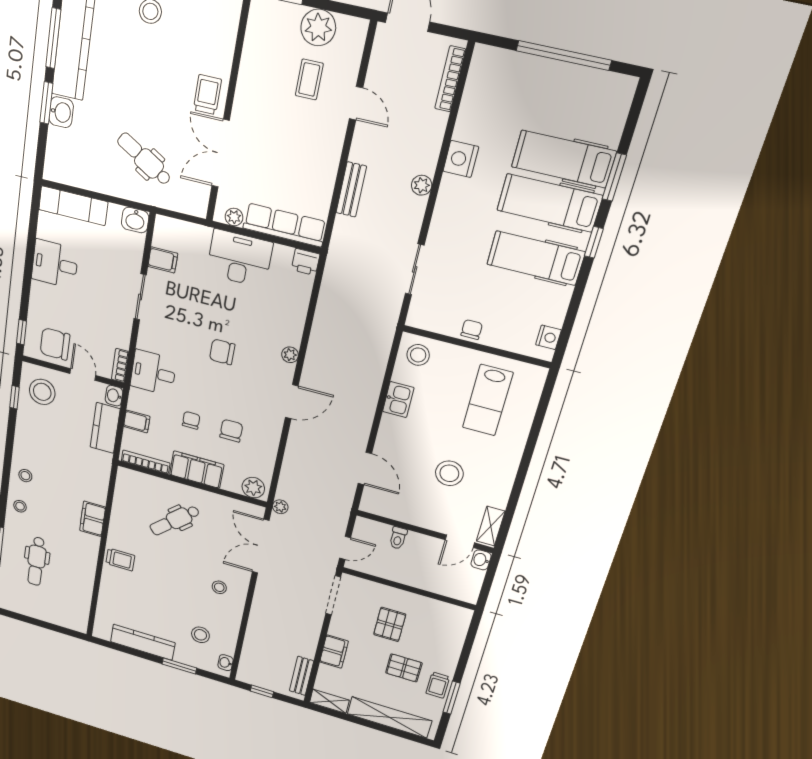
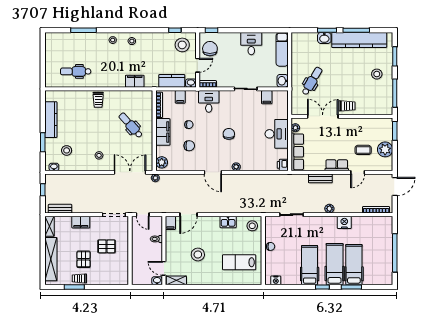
row of seats: (330, 147) -> (337, 165), added
filing cabinet: (373, 505) -> (170, 223), added
filing cabinet: (92, 519) -> (135, 81), moved
dental chair: (36, 561) -> (76, 71), moved

